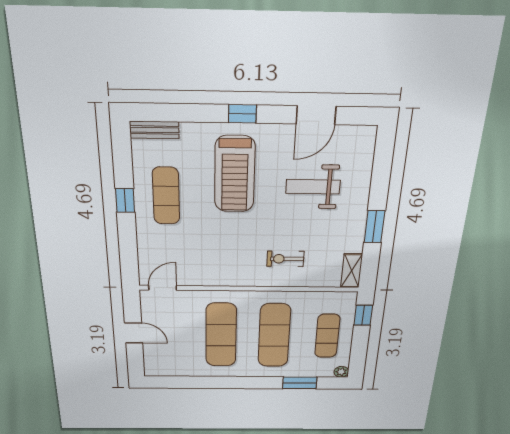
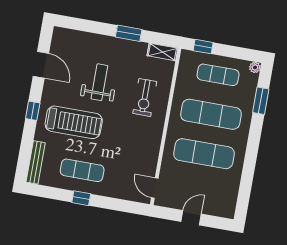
bench: (154, 130) -> (36, 162), width x1.36
weight bench: (313, 187) -> (99, 82), moved, turned 180
exercise bike: (285, 259) -> (145, 97), width x1.38, depth x1.39

